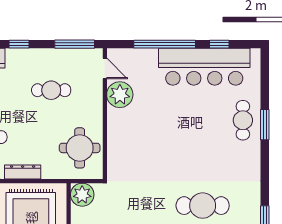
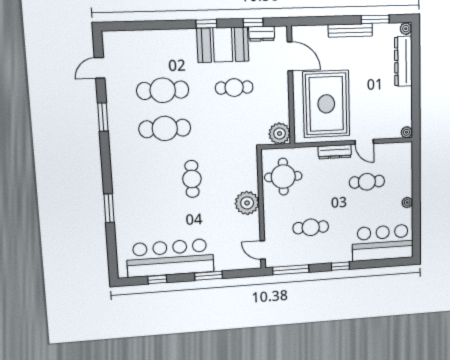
window: (165, 44) -> (208, 276), width x0.47
plant: (120, 95) -> (247, 203), moved
cafe table: (243, 120) -> (192, 179), moved

